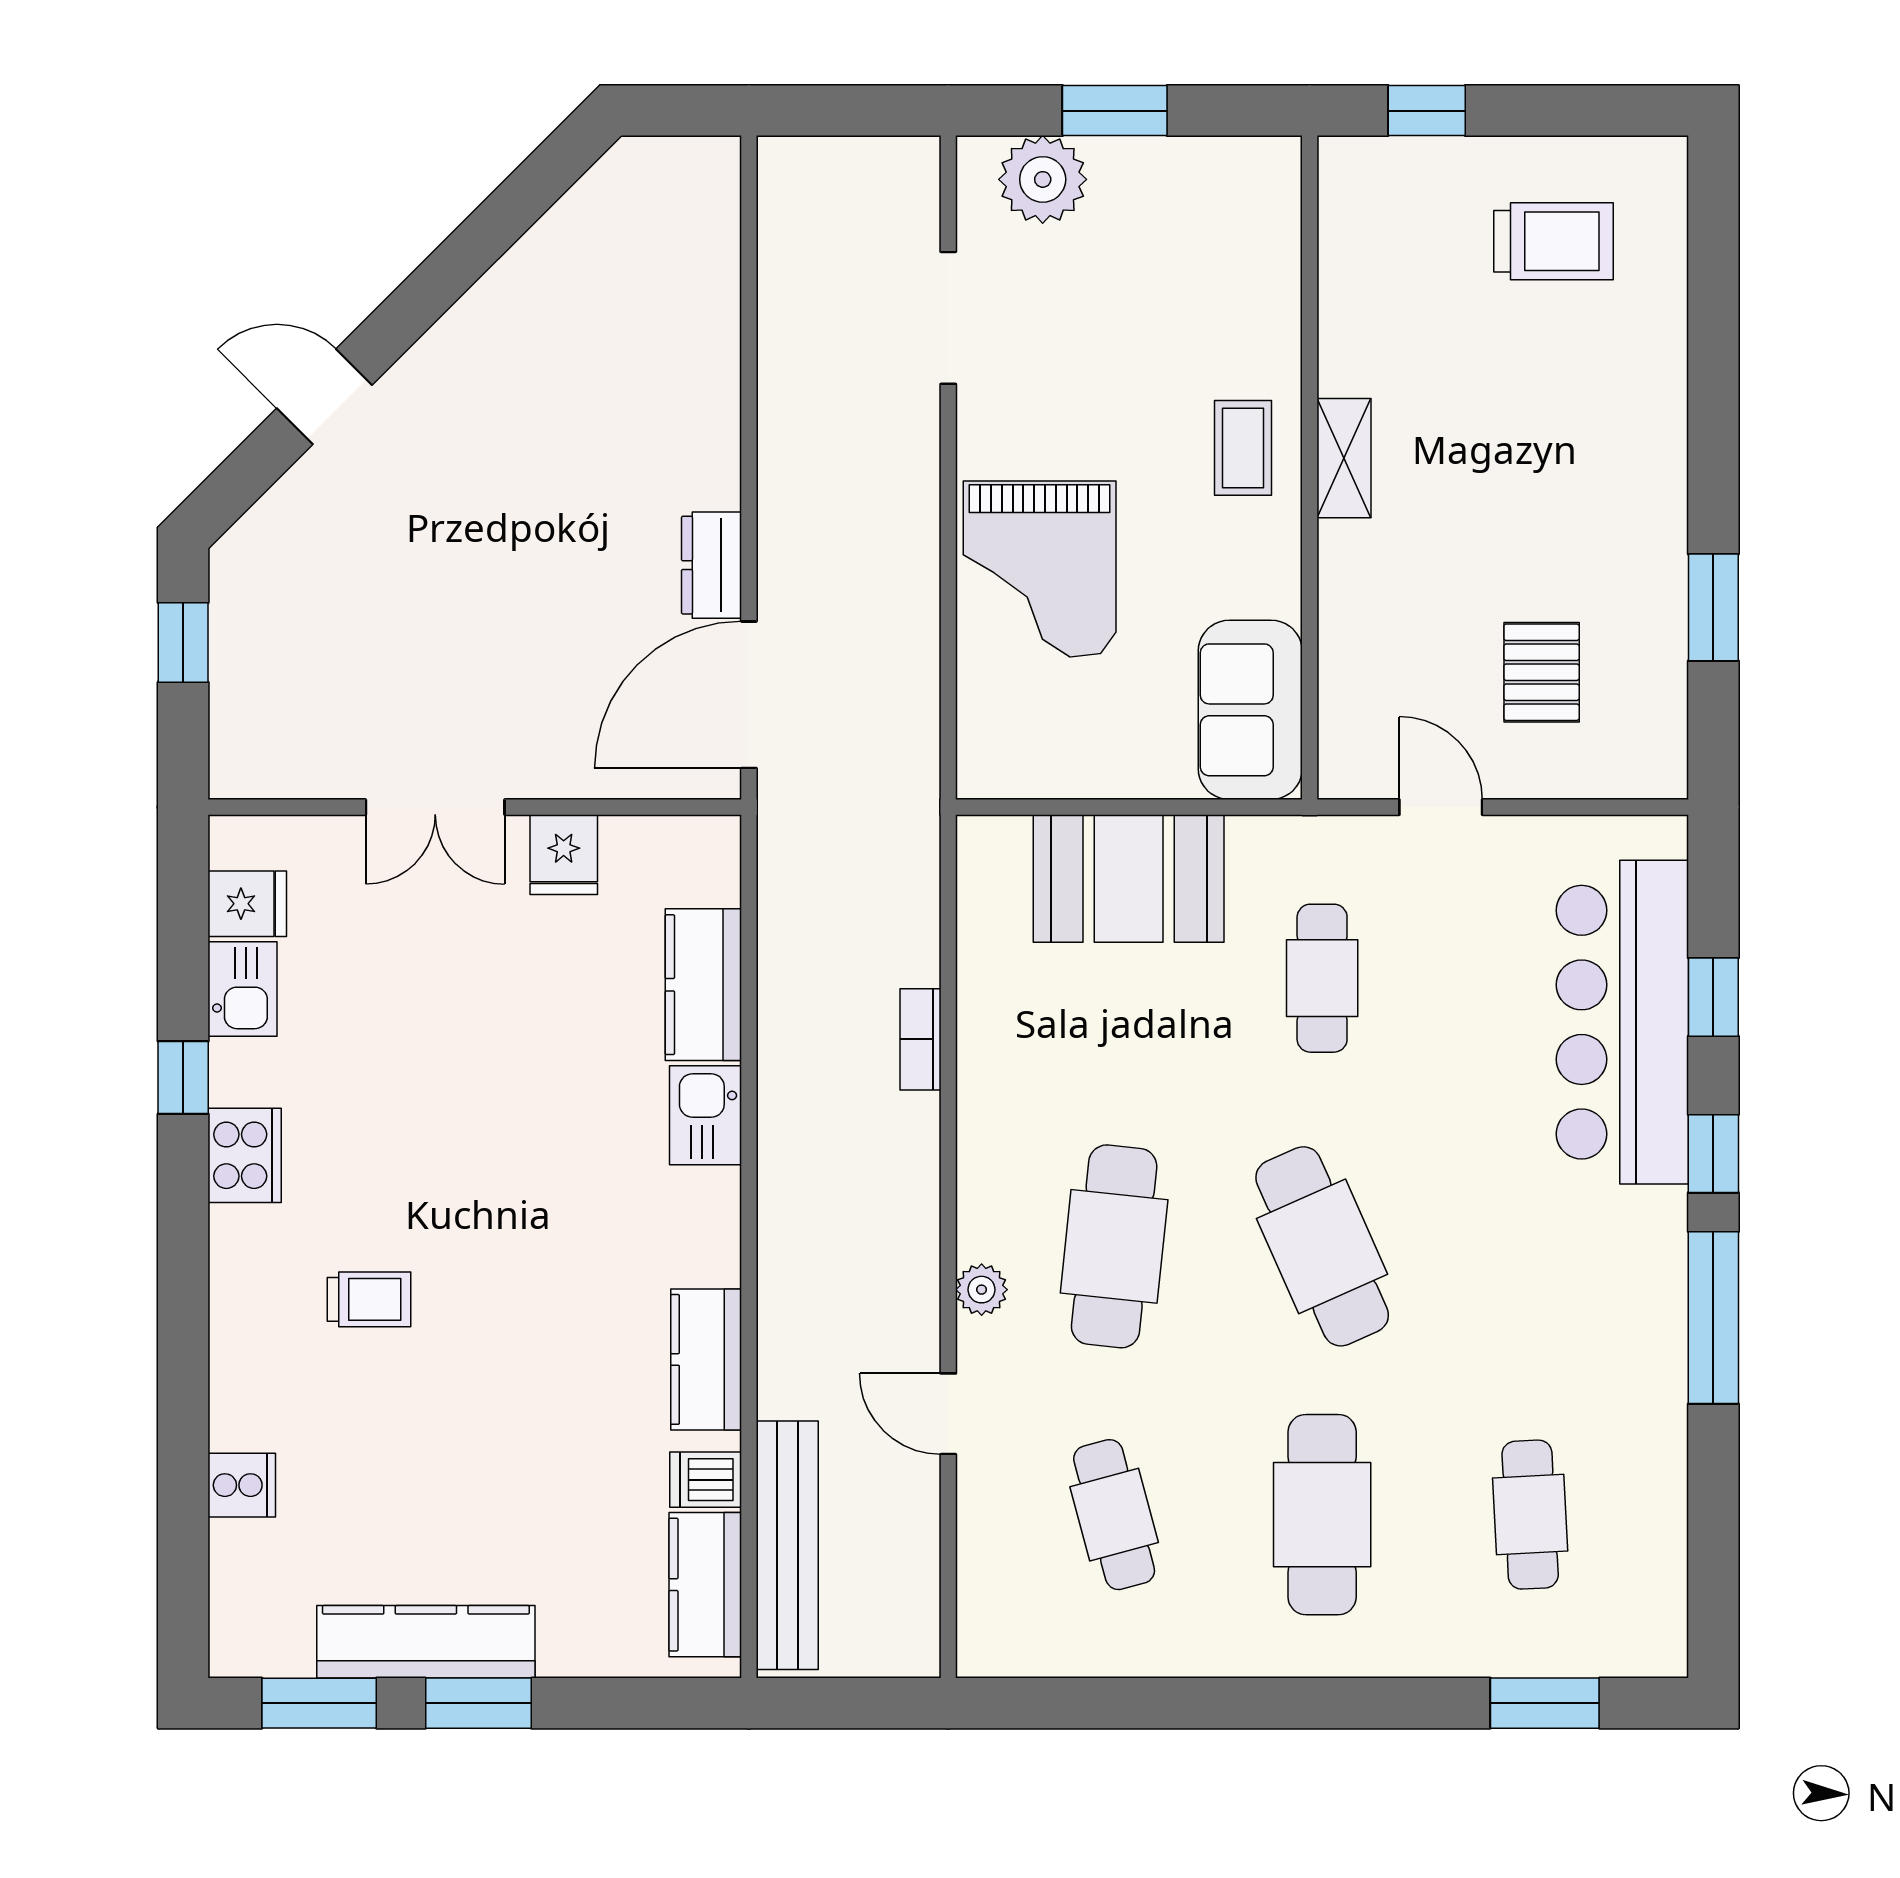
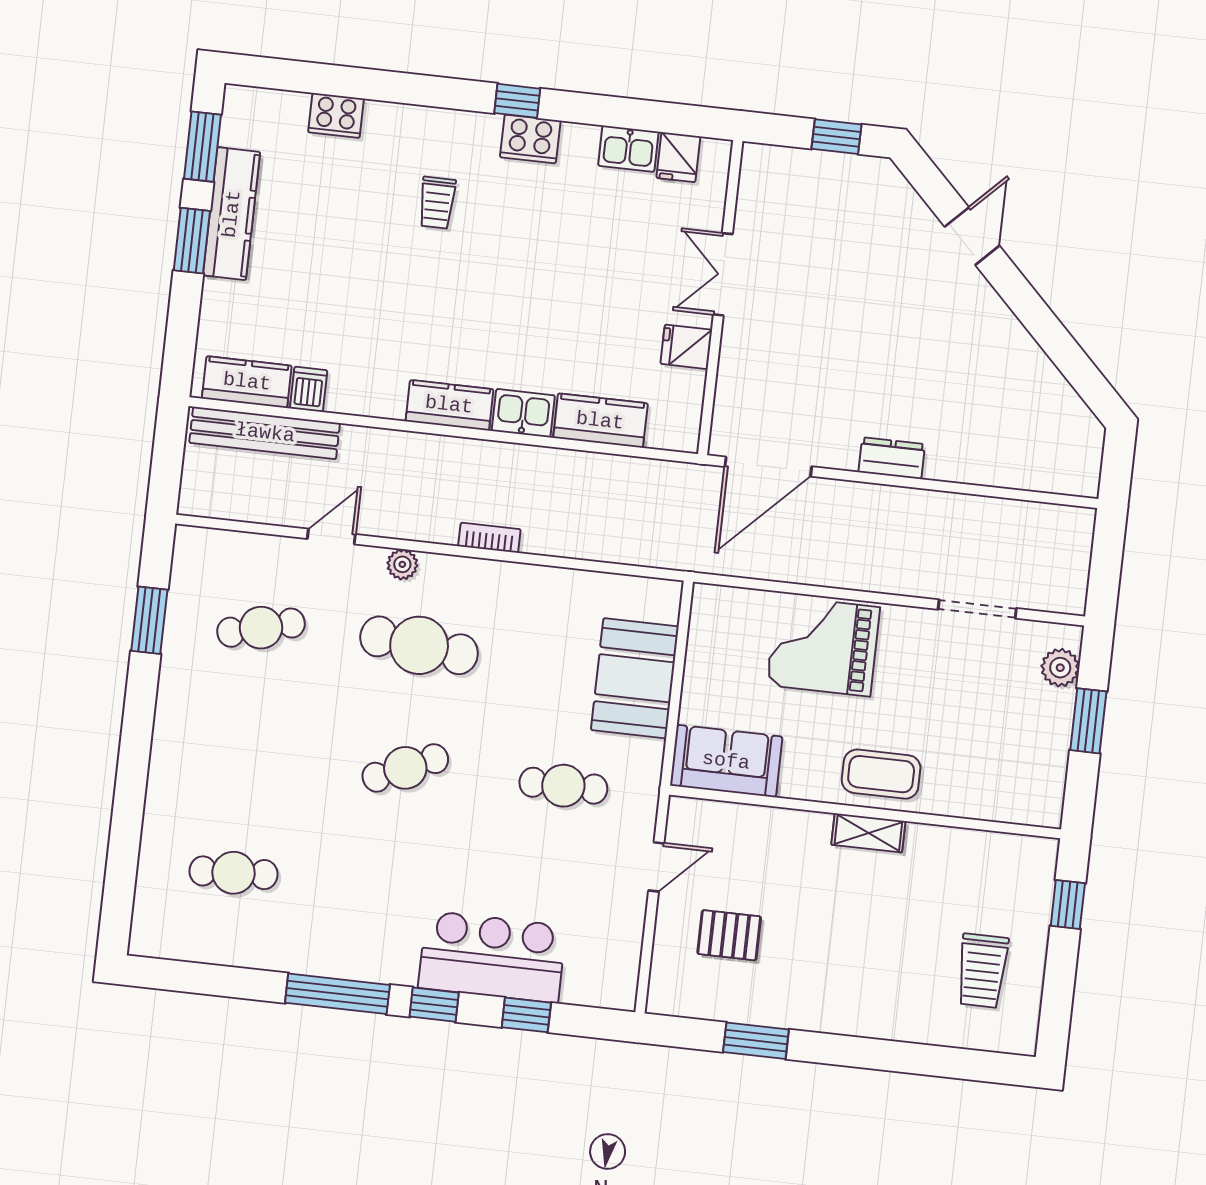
plant: (1043, 179) -> (1060, 668), width x0.73, depth x0.73
coffee table: (1243, 448) -> (881, 774), width x1.36, depth x1.30
dresser: (711, 565) -> (892, 458), moved
door: (749, 695) -> (768, 467), swing flipped
bar counter: (1622, 1022) -> (492, 957), width x0.73
bookcase: (920, 1039) -> (489, 538), moved
window: (183, 1078) -> (517, 101), moved
cafe table: (1322, 1246) -> (405, 768), width x0.73, depth x0.74
kitchen counter: (706, 1359) -> (449, 405), moved
cooker: (242, 1485) -> (336, 115), width x1.36
cafe table: (1322, 1515) -> (247, 750), removed
window: (1545, 1703) -> (149, 620), moved

